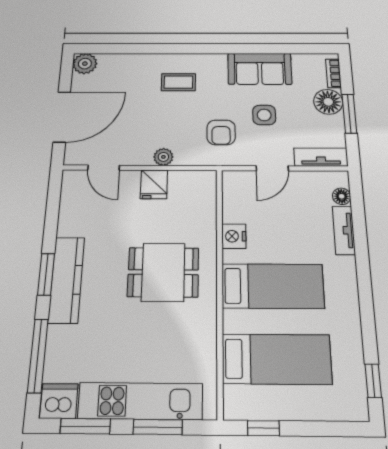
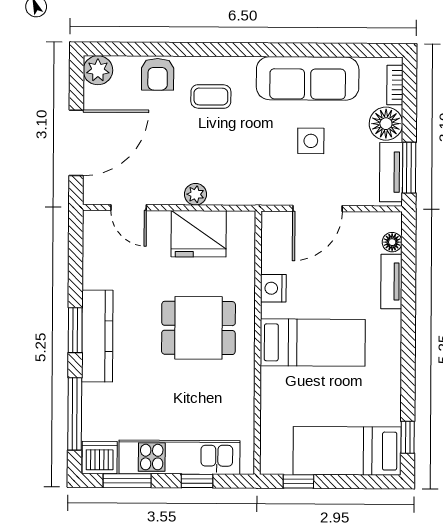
sofa: (260, 69) -> (308, 78), width x1.36
window: (349, 114) -> (409, 168), moved
armchair: (221, 132) -> (158, 74), moved
tv unit: (321, 157) -> (391, 172), moved, turned -90
door: (272, 168) -> (317, 209), width x1.38
fridge: (154, 184) -> (199, 234), width x1.88, depth x1.34
bed: (277, 359) -> (347, 451), moved, turned 180
window: (158, 427) -> (197, 481), width x0.67

